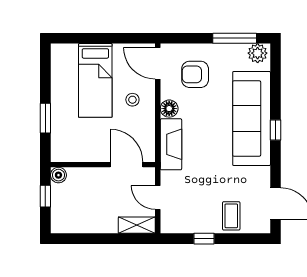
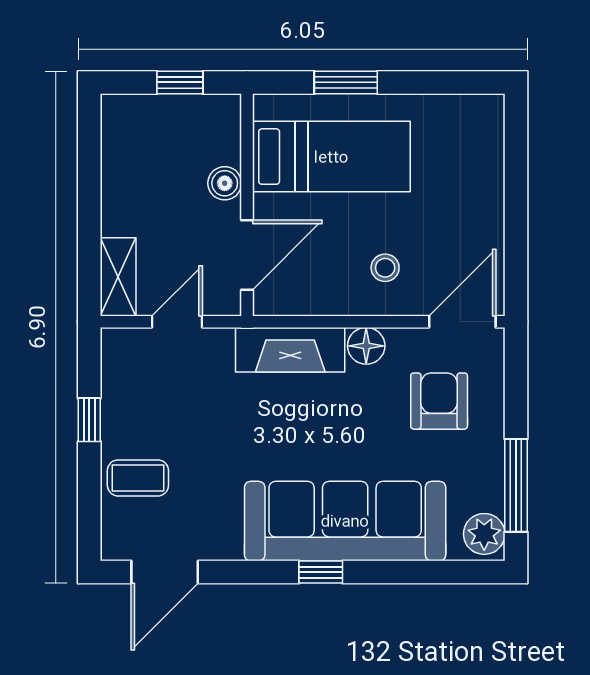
bed: (95, 80) -> (331, 157), moved, turned 180
boiler: (58, 175) -> (225, 183), moved

